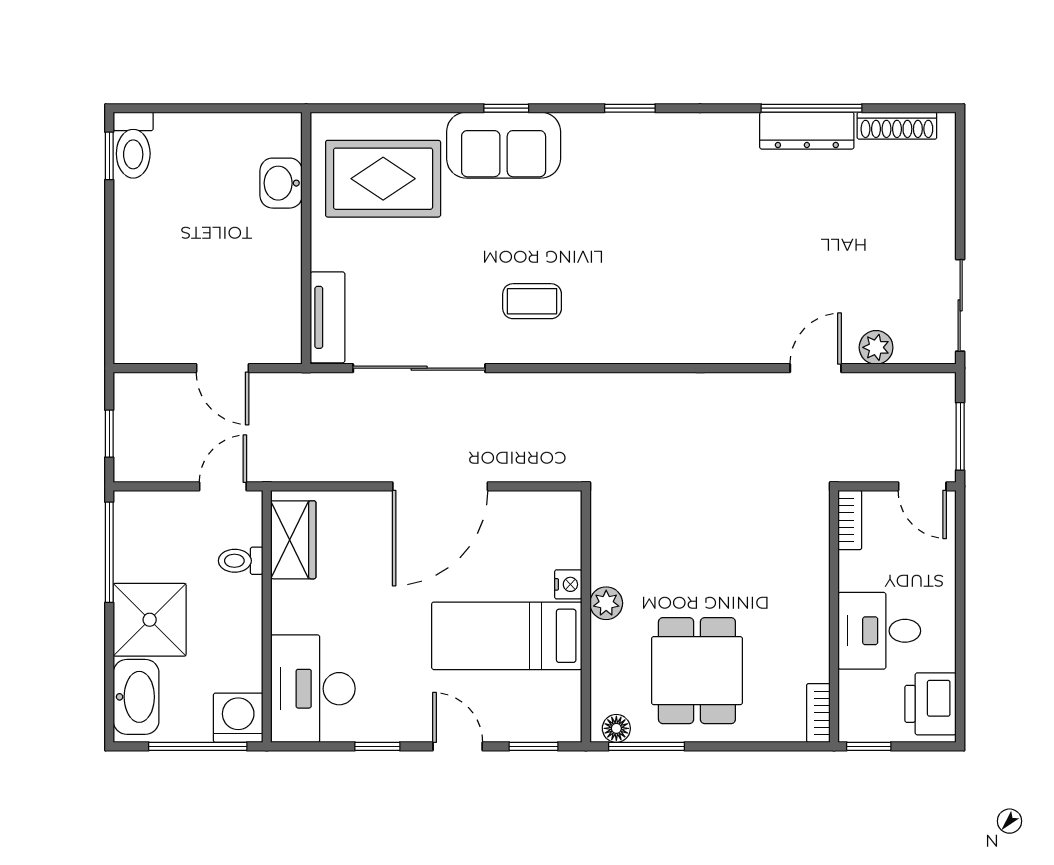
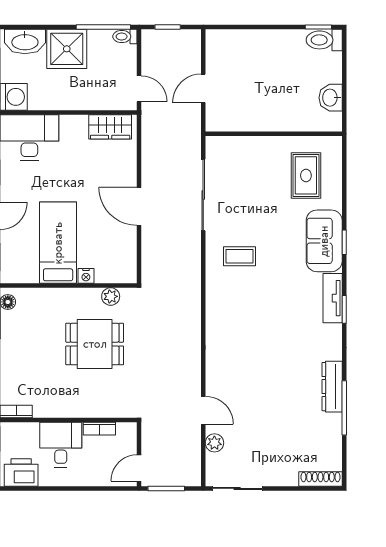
shoe rack: (897, 126) -> (320, 479), moved, turned 90
dresser: (807, 131) -> (332, 387), moved
rug: (383, 179) -> (306, 175), width x0.73, depth x0.70
washbasin: (281, 183) -> (331, 98), moved, turned -90
coffee table: (532, 301) -> (240, 256), turned 90
tv unit: (327, 317) -> (333, 298), moved, turned 90
door: (440, 486) -> (139, 206), width x0.73
bookcase: (850, 520) -> (99, 429), moved
toilet: (241, 561) -> (125, 37), moved, turned -90
plant: (606, 603) -> (111, 296), moved
dining table: (697, 671) -> (95, 344), moved

